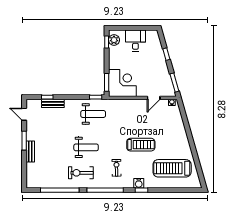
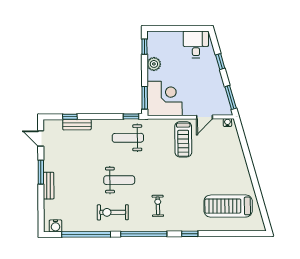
plant: (114, 40) -> (154, 64), moved
desk: (135, 40) -> (196, 44), moved
weight bench: (93, 114) -> (128, 138), turned 180
treadmill: (141, 145) -> (183, 139), moved, turned 90
water cooler: (139, 183) -> (55, 226), moved

